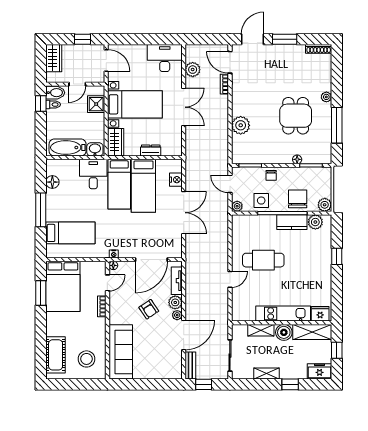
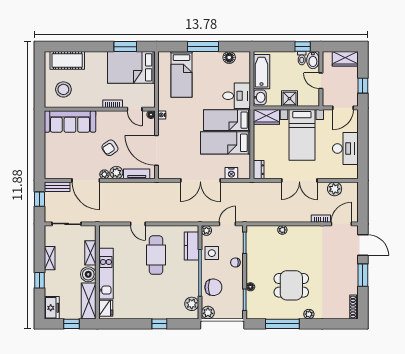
desk: (165, 58) -> (345, 148), moved
shower: (96, 104) -> (289, 99), moved
plant: (241, 125) -> (282, 230), width x0.53, depth x0.53
dresser: (151, 151) -> (259, 170), moved
kitchen counter: (292, 222) -> (192, 246), moved

